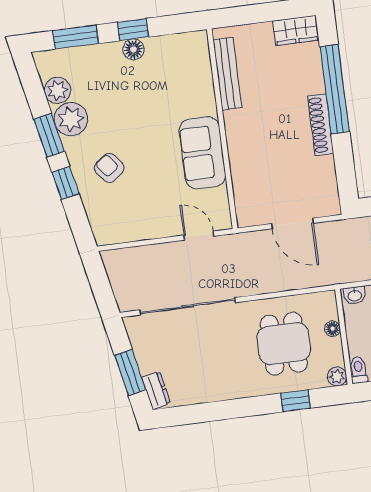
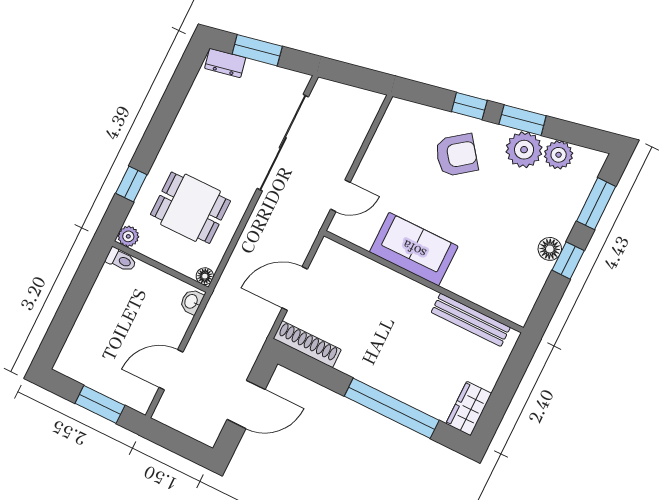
shoe rack: (321, 125) -> (307, 344), moved
armchair: (109, 168) -> (456, 155), width x1.38, depth x1.38
floor lamp: (333, 329) -> (205, 276), moved

